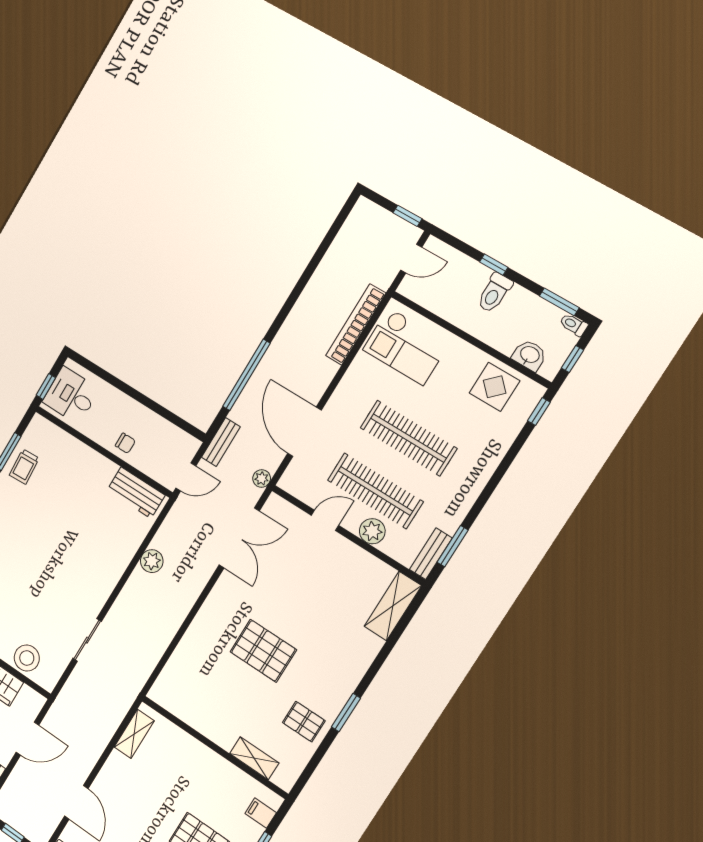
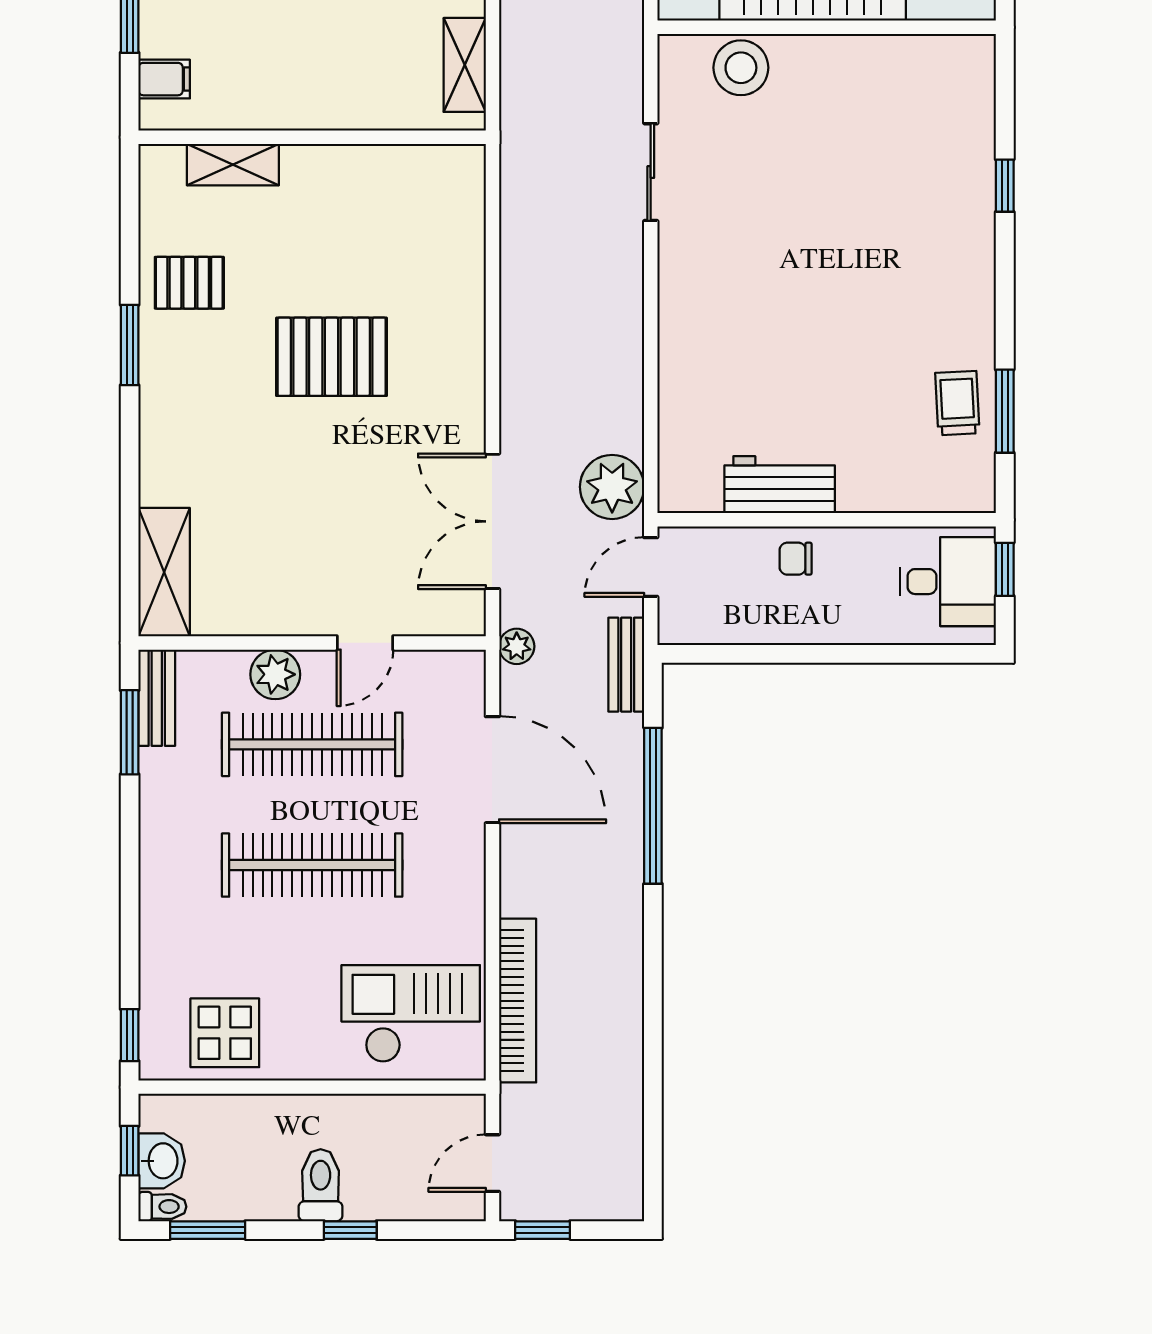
washbasin: (529, 355) -> (162, 1161), moved, turned -90
workbench: (136, 493) -> (780, 485), moved
plant: (152, 561) -> (612, 487), moved, width x1.36, depth x1.36

